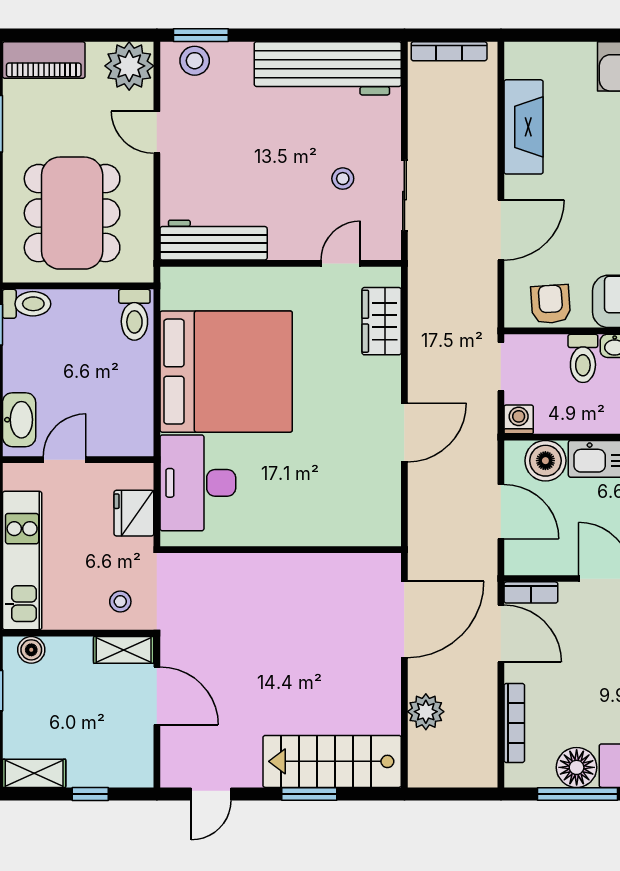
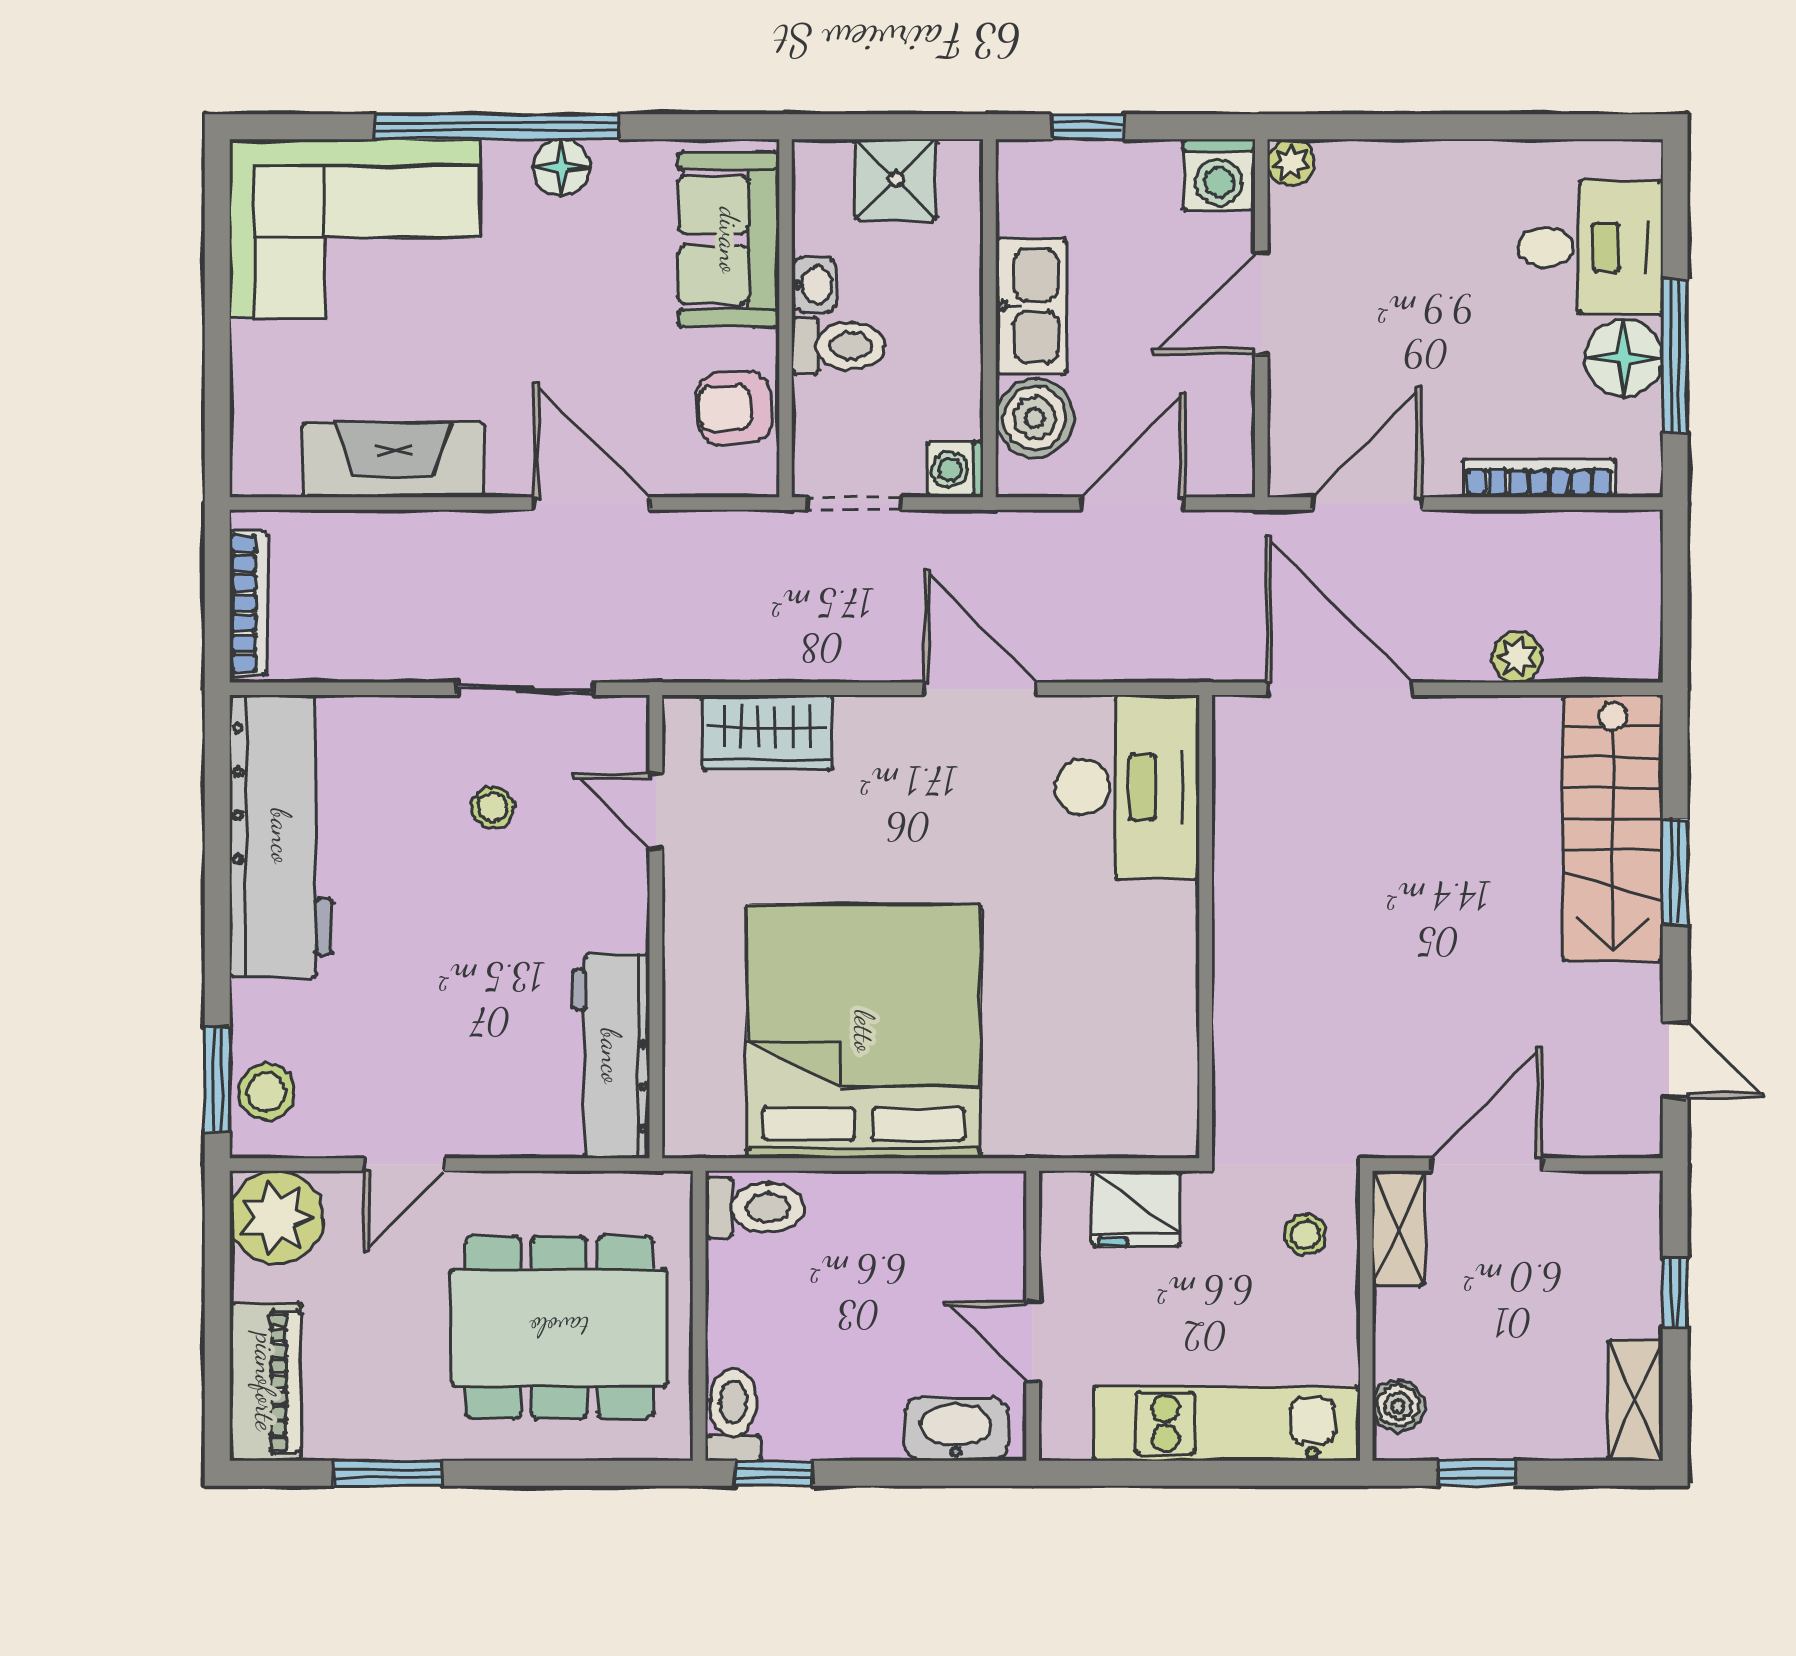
desk: (198, 483) -> (1127, 787), moved, turned -90
bookcase: (531, 592) -> (1288, 446), removed
plant: (426, 712) -> (1517, 657), width x0.73, depth x0.73

